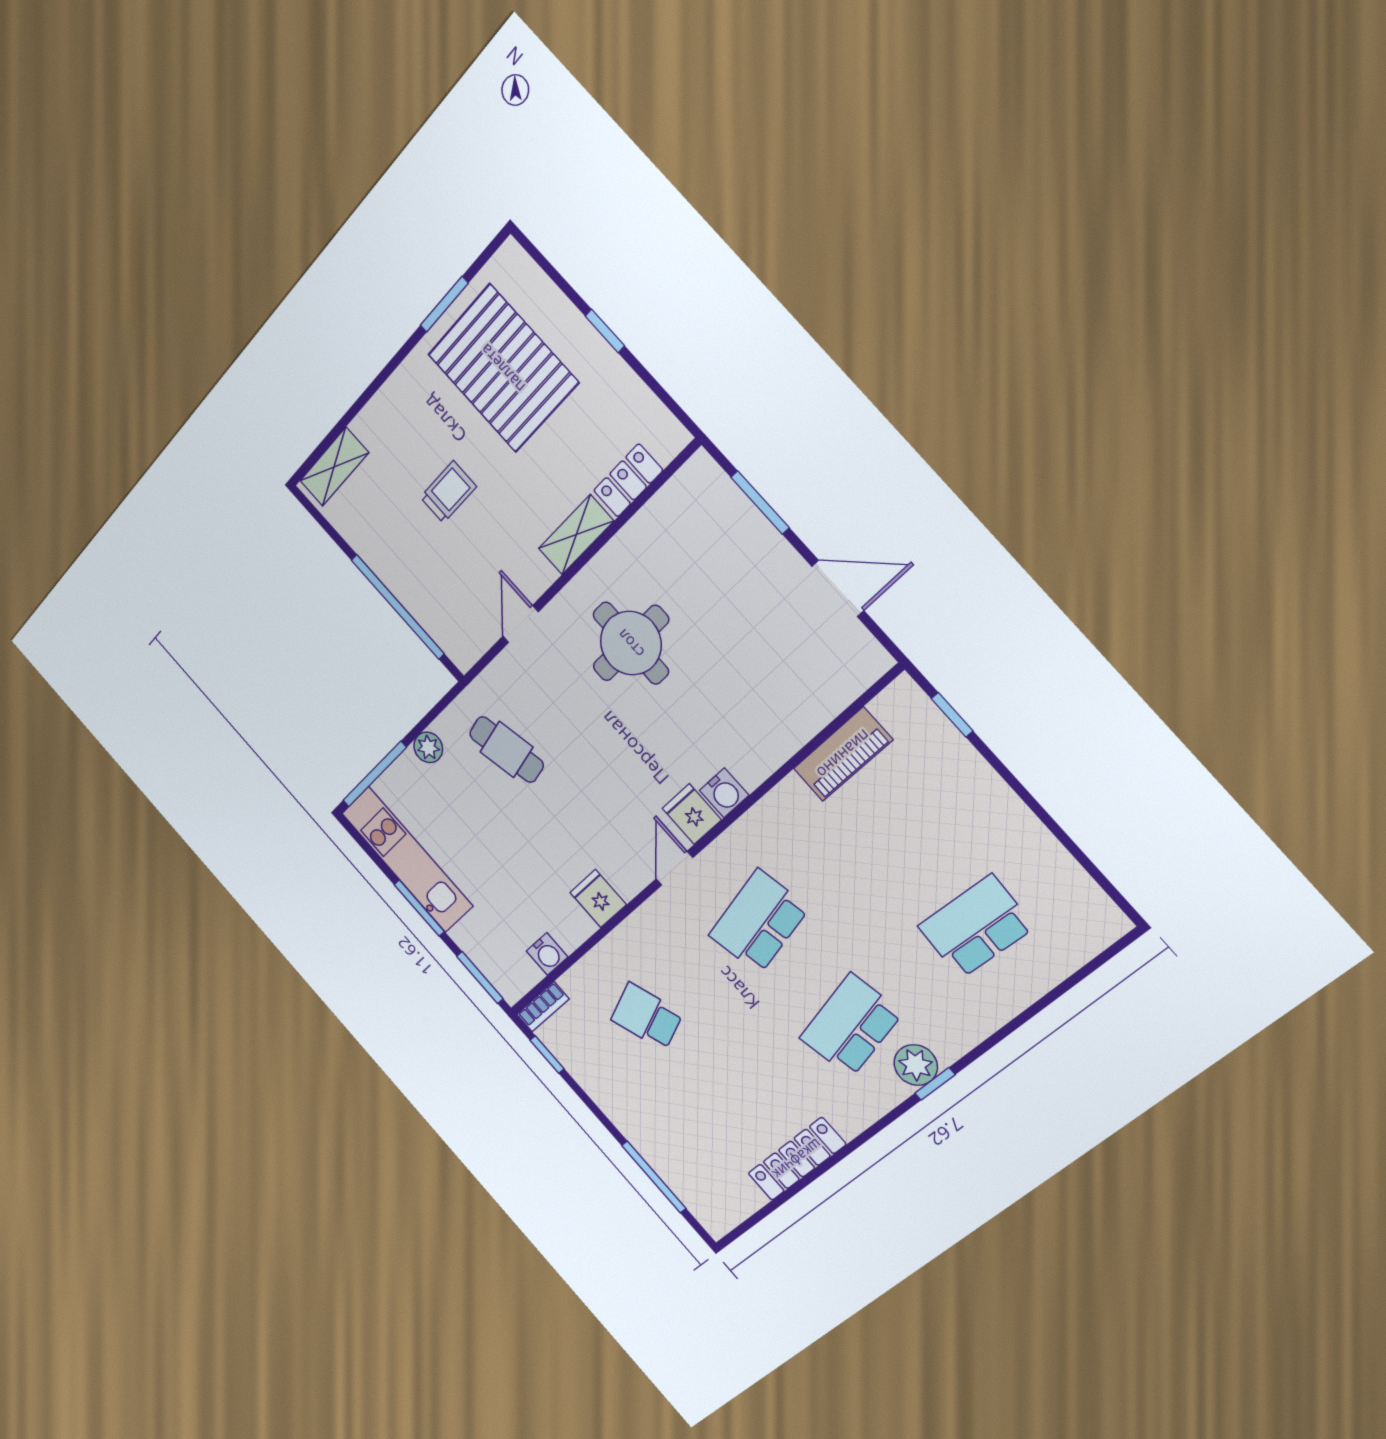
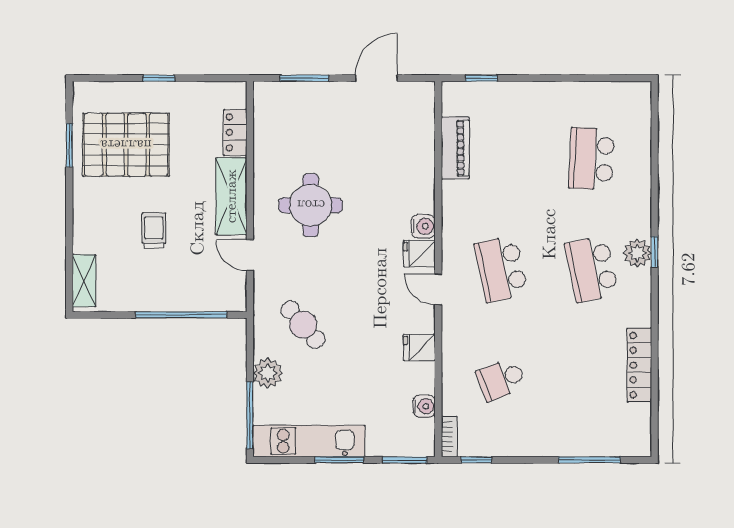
shelving: (576, 535) -> (231, 196), width x1.50, depth x1.33
plant: (428, 747) -> (268, 373), width x1.38, depth x1.38
cafe table: (507, 749) -> (303, 325), turned 61

